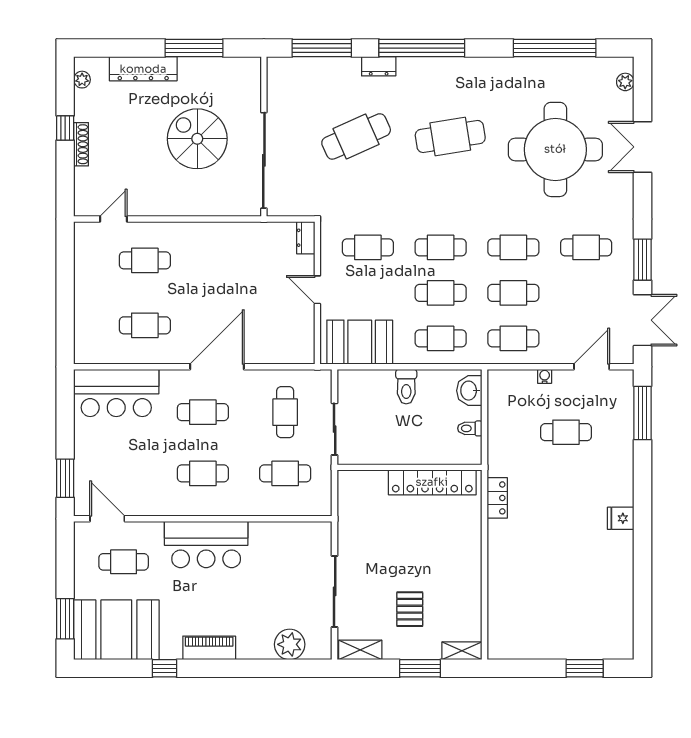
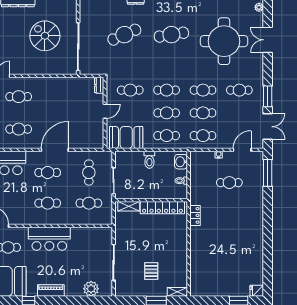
door: (317, 290) -> (105, 111), swing flipped
fridge: (621, 518) -> (257, 291), moved
shelving: (360, 650) -> (129, 206), moved

